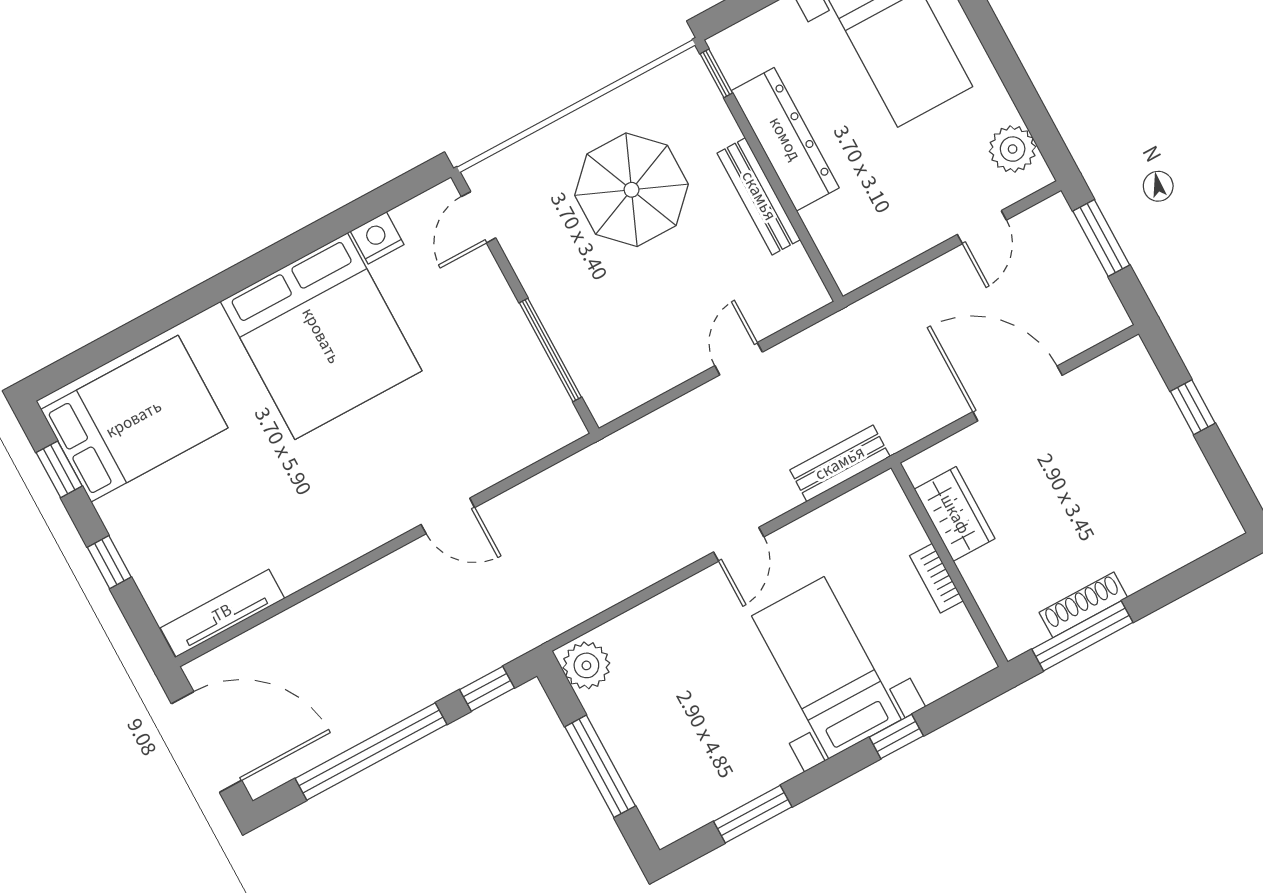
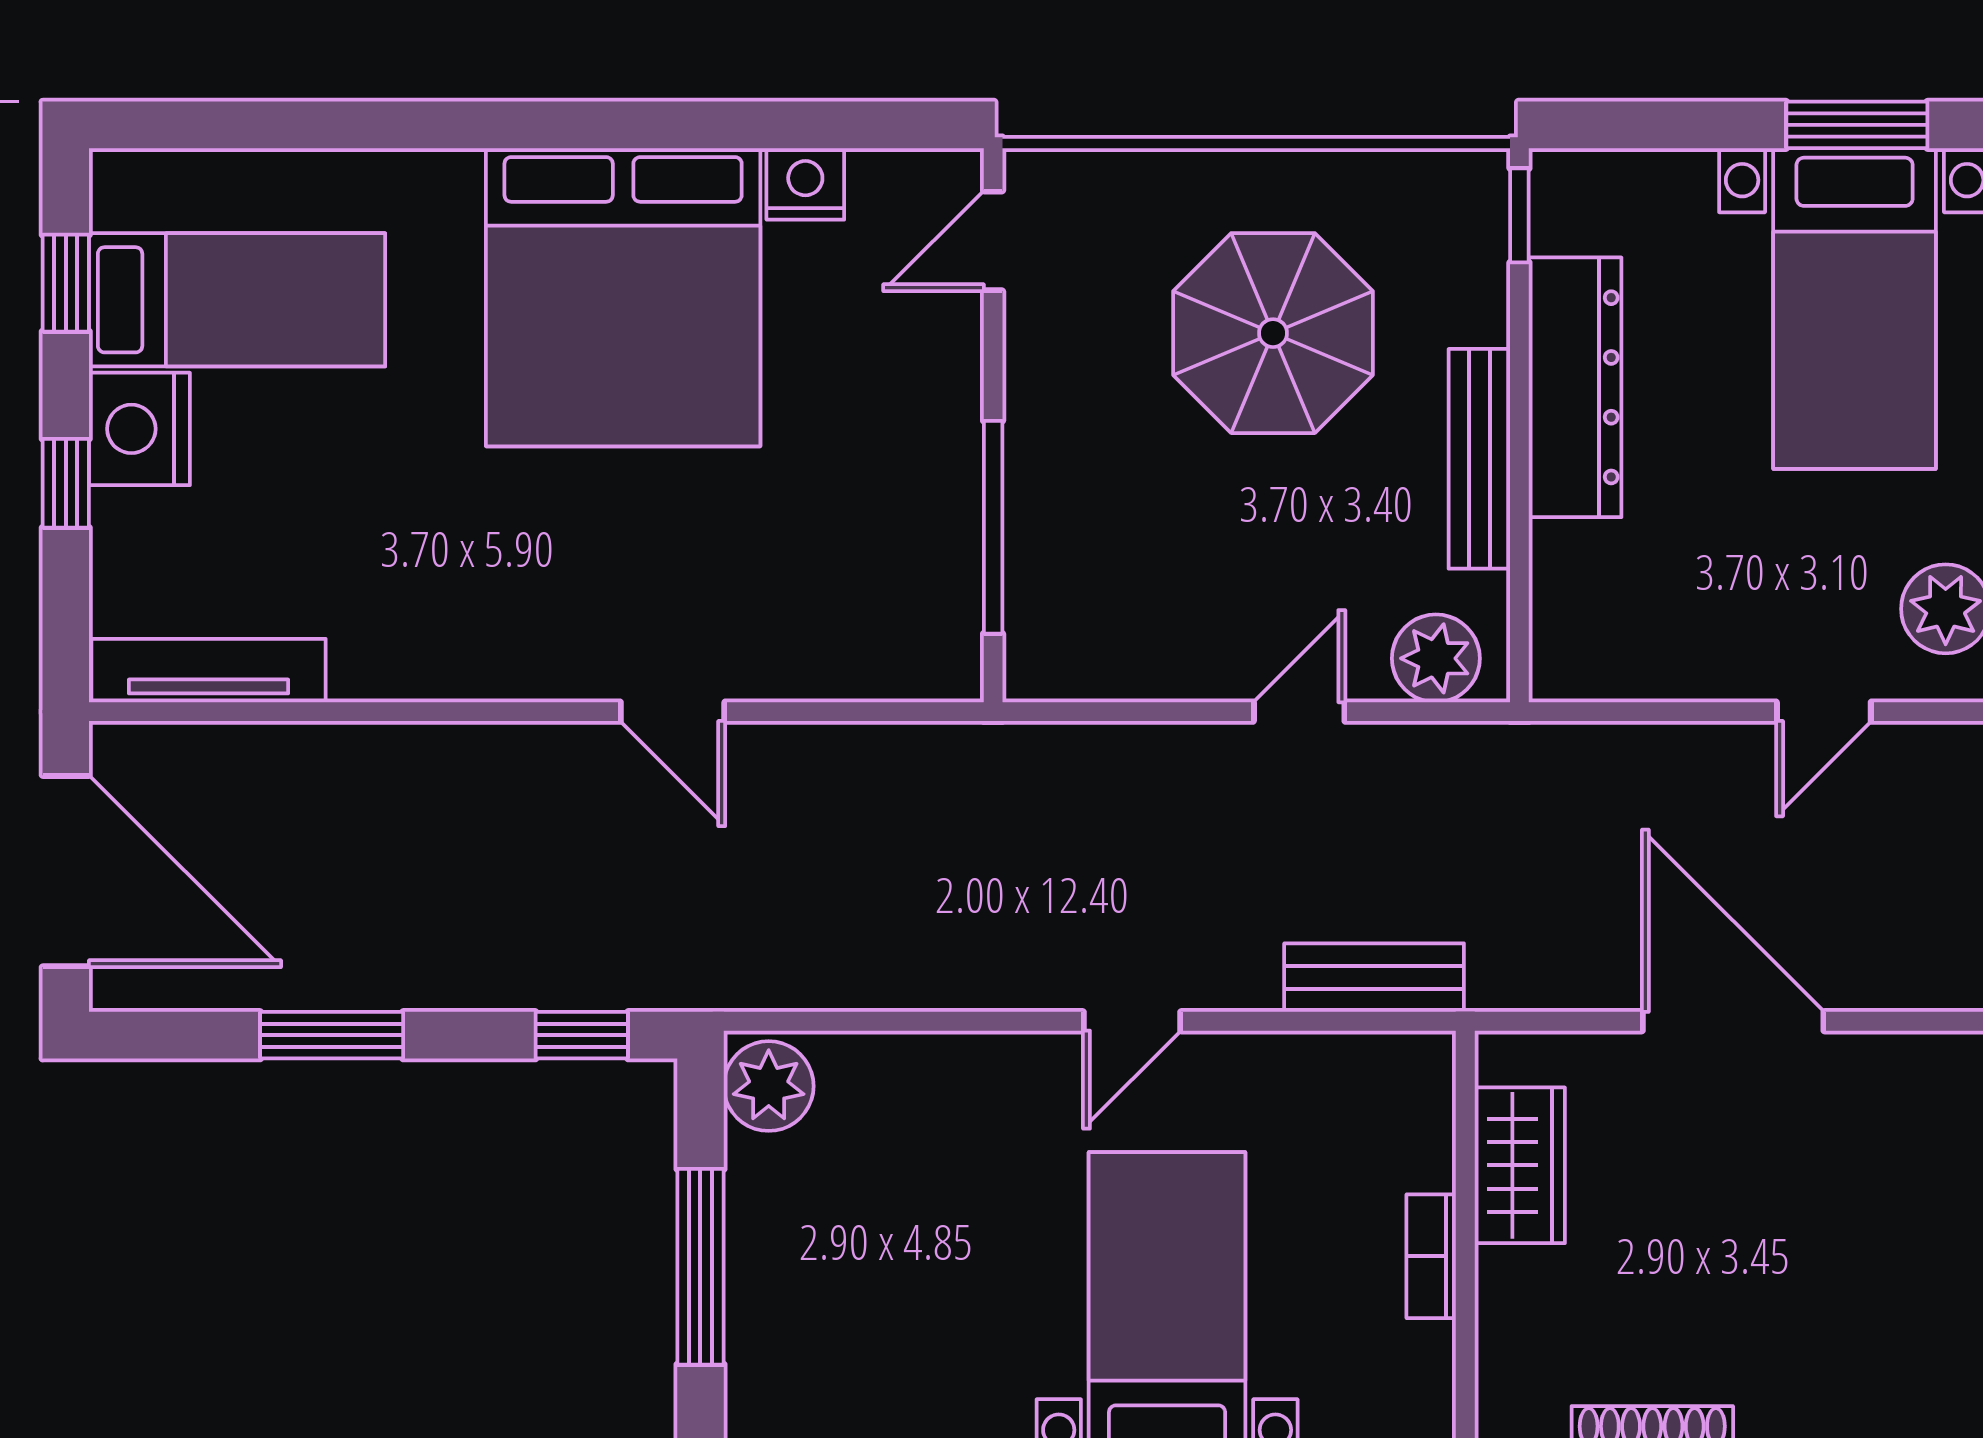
plant: (789, 300) -> (1436, 658), added
bed: (134, 419) -> (237, 300), width x0.67
nightstand: (130, 518) -> (139, 429), added
window: (371, 751) -> (332, 1035), width x0.47

